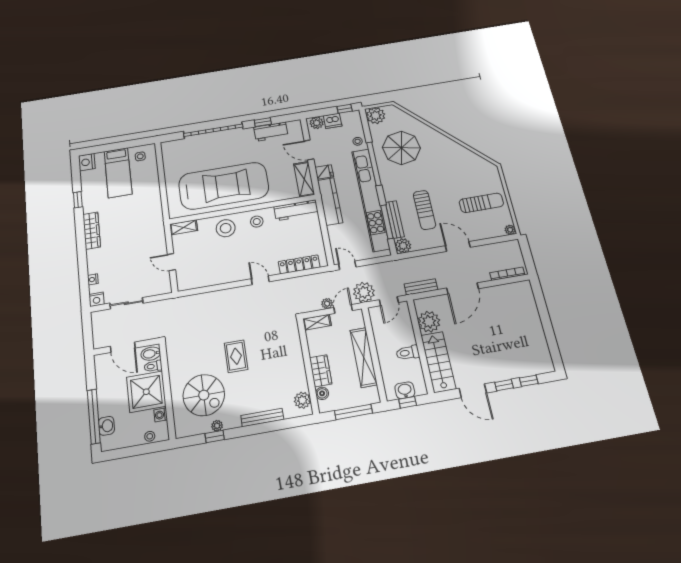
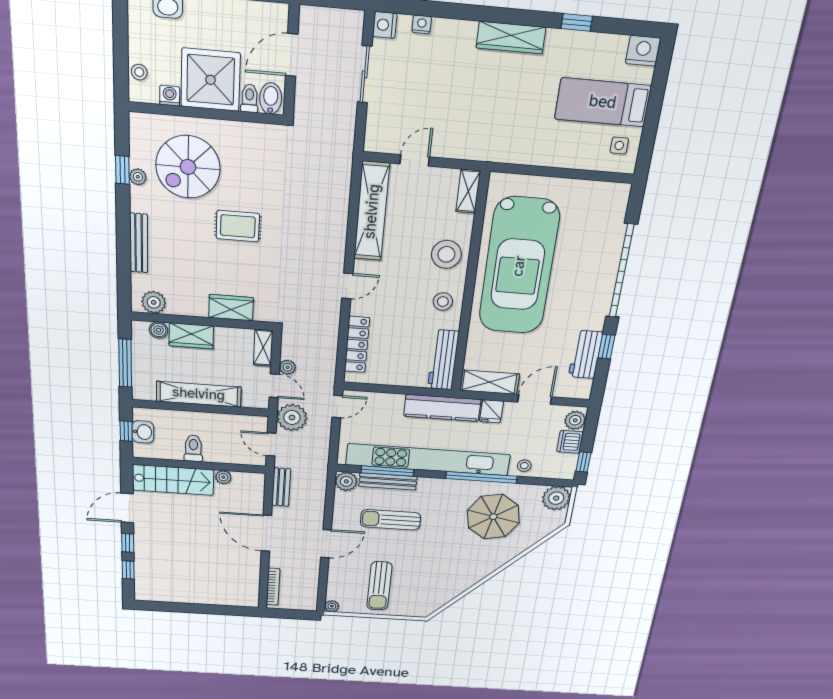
shelving: (208, 278) -> (372, 211), added
plant: (429, 322) -> (223, 477), width x0.53, depth x0.53
wardrobe: (293, 349) -> (231, 308), added

